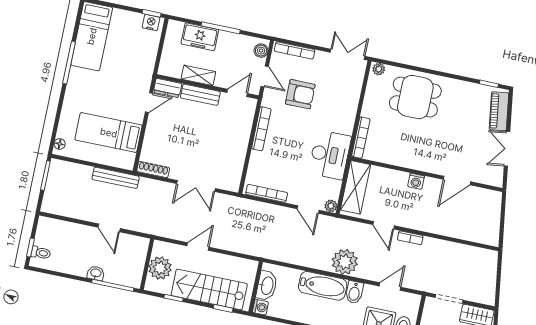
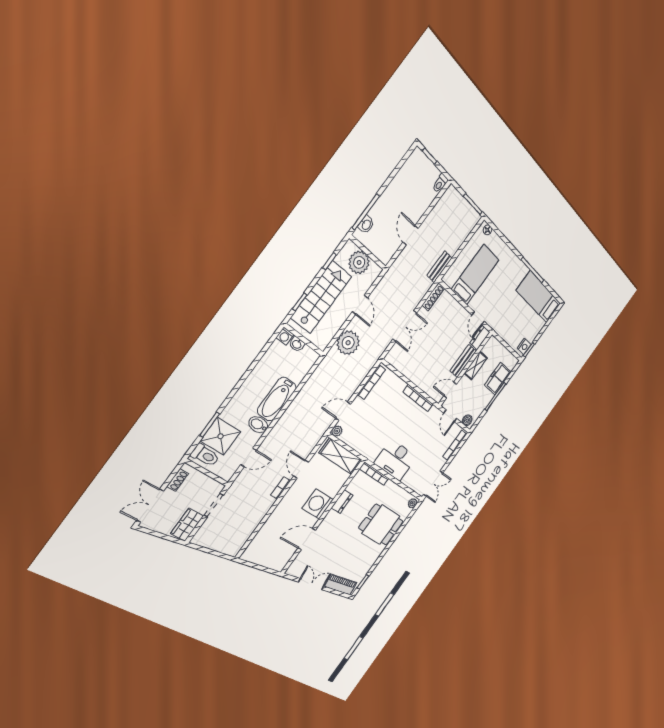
door: (265, 76) -> (450, 416), hinge flipped
door: (237, 93) -> (450, 390), swing flipped
armchair: (300, 94) -> (426, 438), removed
dining table: (415, 97) -> (381, 525), turned 90
desk: (330, 155) -> (395, 460), moved
dresser: (404, 160) -> (342, 502), added
bench: (116, 178) -> (440, 267), width x0.73
washing machine: (416, 181) -> (318, 504), width x1.89, depth x1.89
door: (457, 181) -> (307, 539), hinge flipped
double door: (196, 186) -> (405, 326), swing flipped
door: (384, 225) -> (301, 469), hinge flipped
door: (109, 228) -> (411, 235), hinge flipped
toilet: (41, 253) -> (440, 183), moved
plant: (345, 262) -> (348, 343), moved
washbasin: (96, 273) -> (366, 225), moved
washbasin: (267, 286) -> (297, 344), width x0.52, depth x0.69
door: (390, 287) -> (249, 457), hinge flipped

